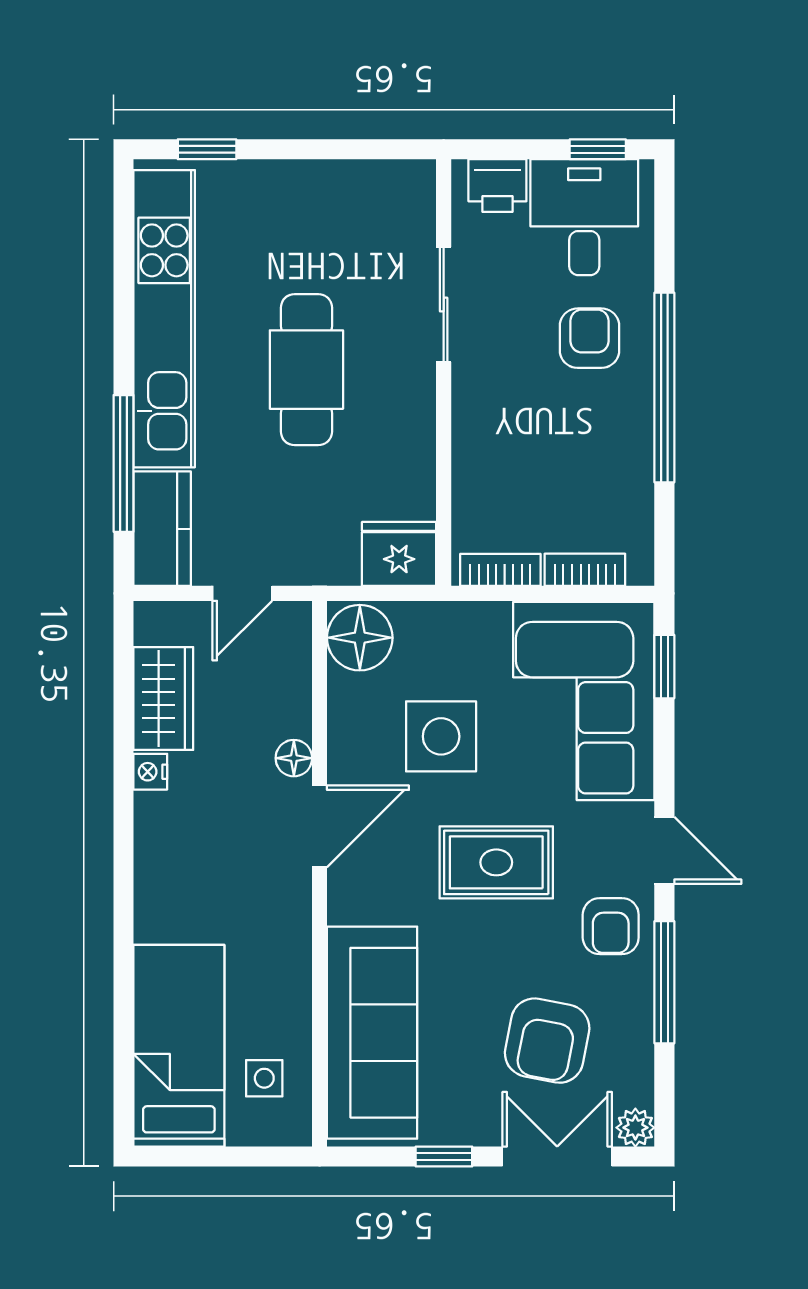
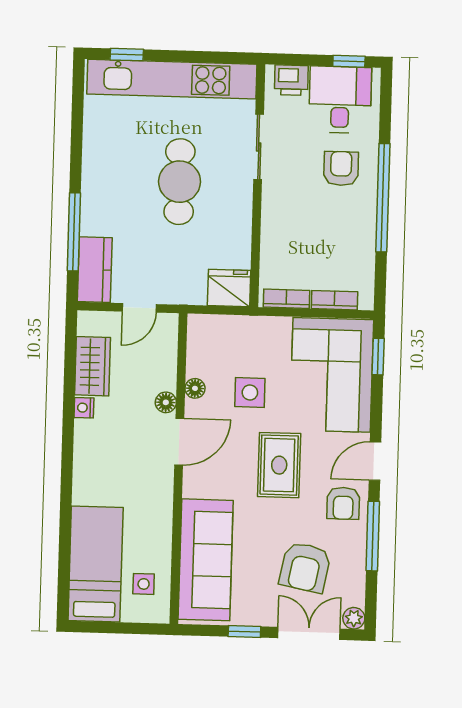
kitchen unit: (164, 319) -> (172, 79), moved, turned 90
floor lamp: (360, 638) -> (195, 388), moved, width x0.53, depth x0.53
side table: (441, 736) -> (250, 393), width x0.73, depth x0.73
door: (664, 850) -> (375, 461), swing flipped
rug: (496, 862) -> (279, 465), turned 90

